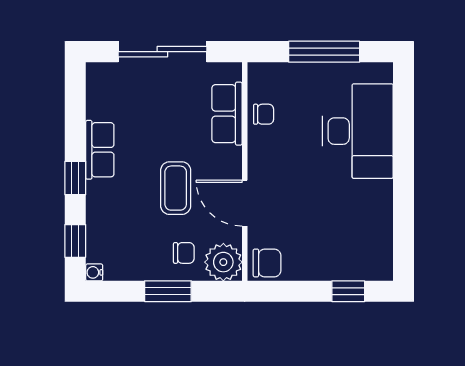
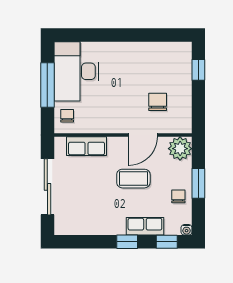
chair: (264, 114) -> (67, 116), moved
desk: (358, 131) -> (76, 71), moved, turned -90
row of seats: (100, 150) -> (145, 226), moved
chair: (184, 253) -> (178, 196), moved
chair: (267, 263) -> (158, 102), moved

